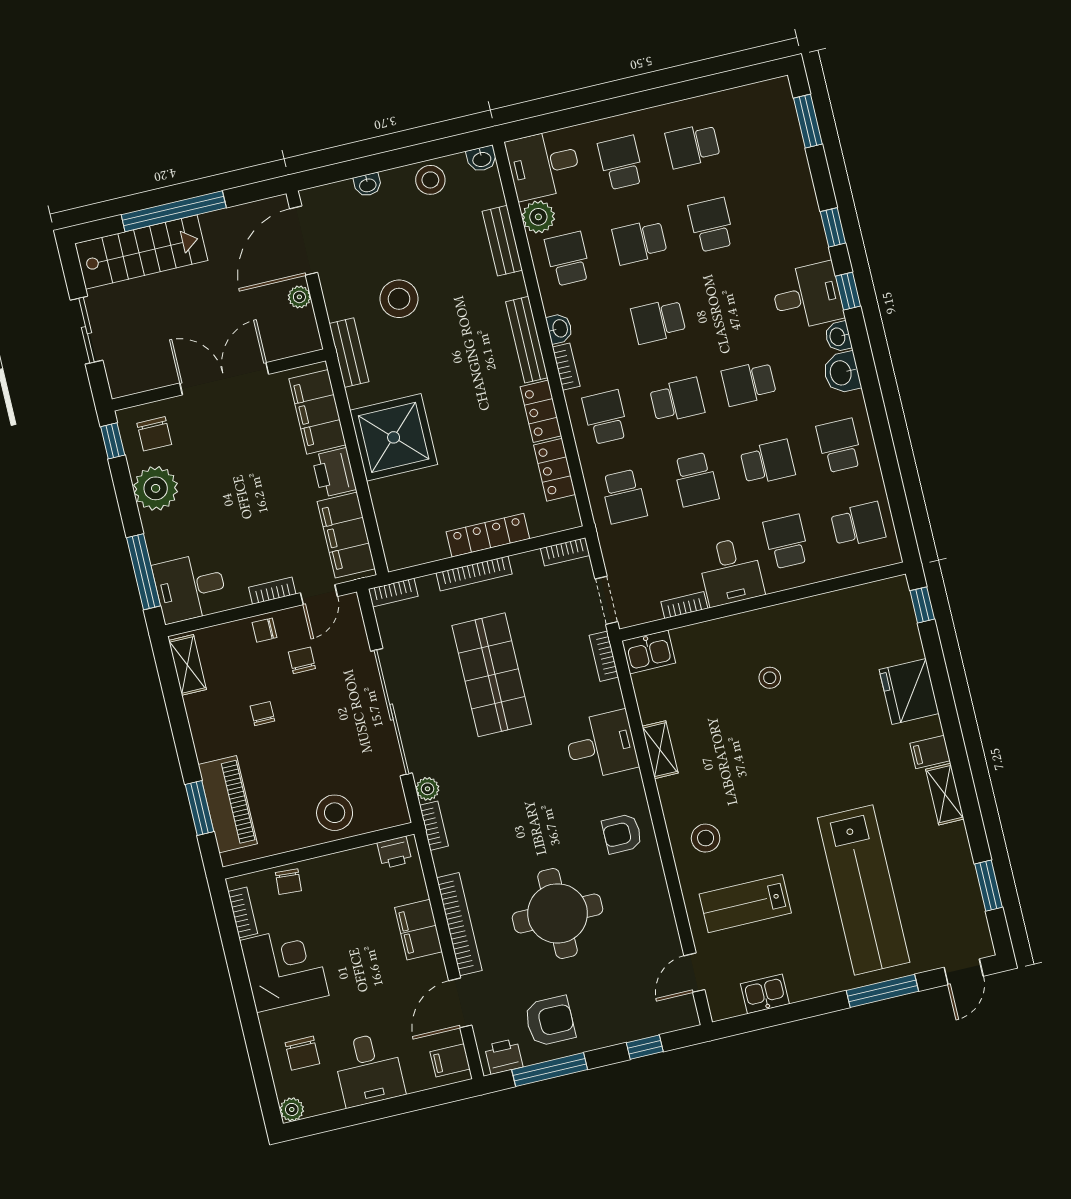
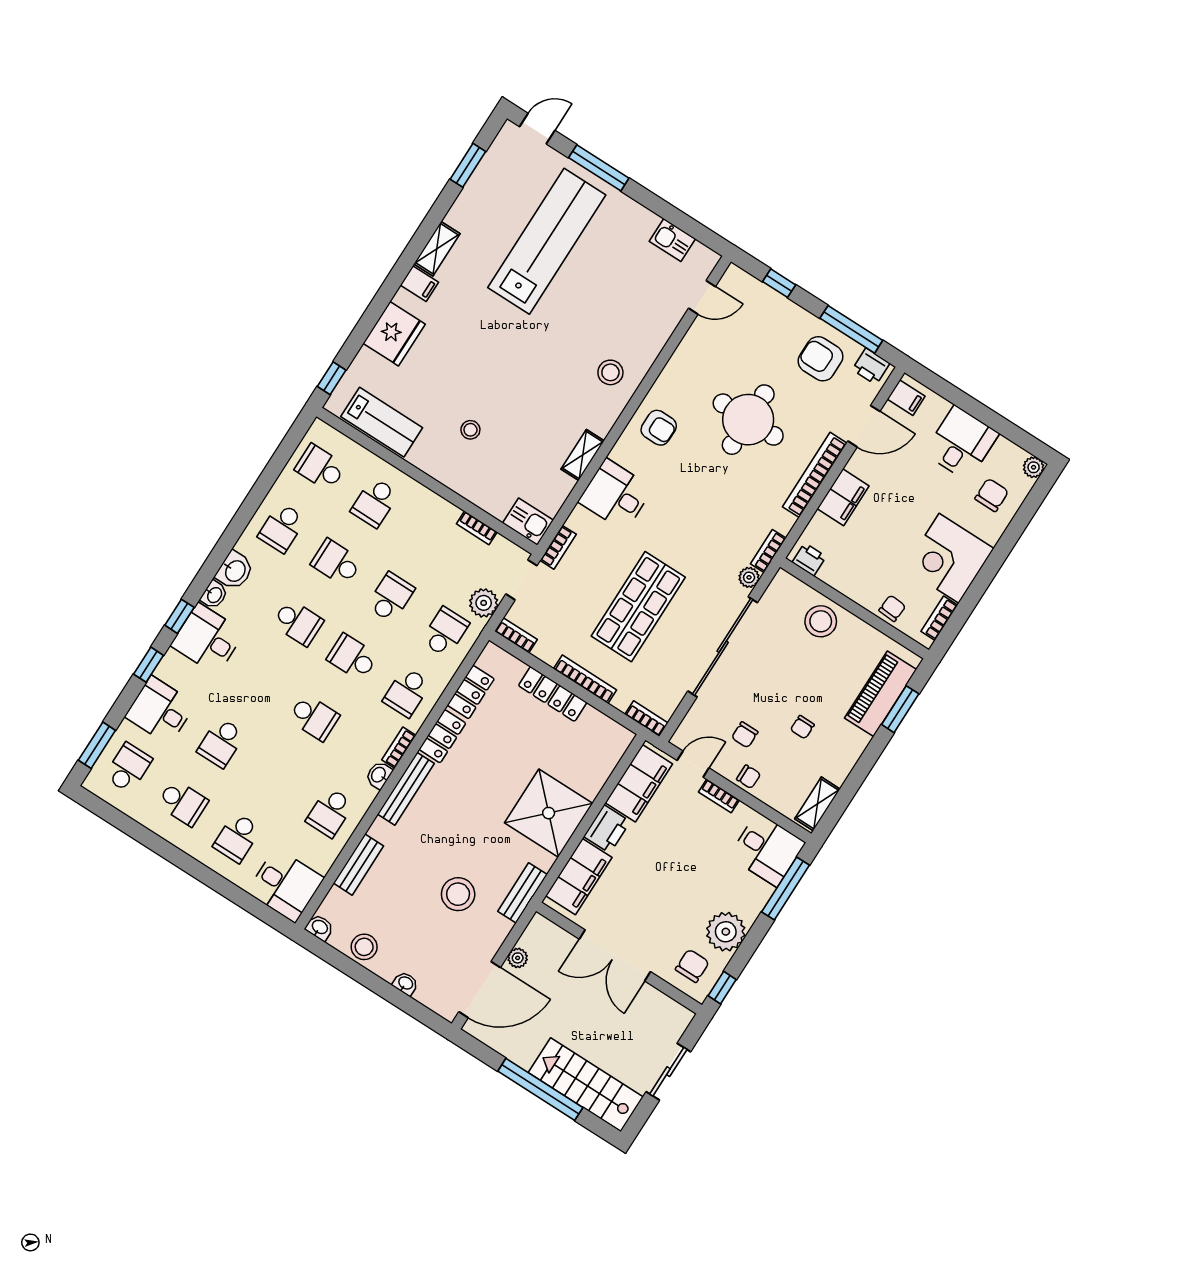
plant: (538, 217) -> (484, 603), moved
school desk: (640, 242) -> (128, 768), moved, turned -90
desk: (731, 571) -> (160, 710), moved, turned -90
lab bench: (745, 904) -> (382, 422), moved

